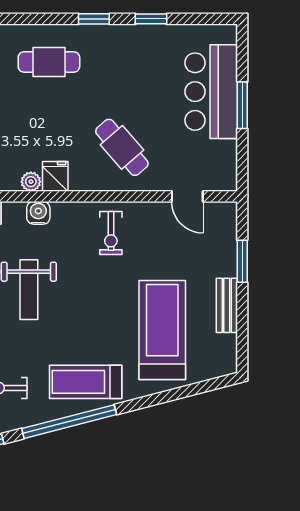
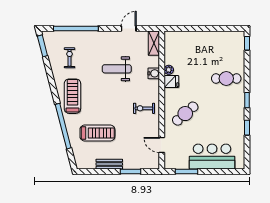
cafe table: (49, 62) -> (226, 78), turned 90
window: (242, 105) -> (186, 171), moved
door: (187, 196) -> (162, 145), hinge flipped
treadmill: (162, 330) -> (97, 133), width x0.73, depth x0.73
window: (69, 422) -> (63, 126), moved

